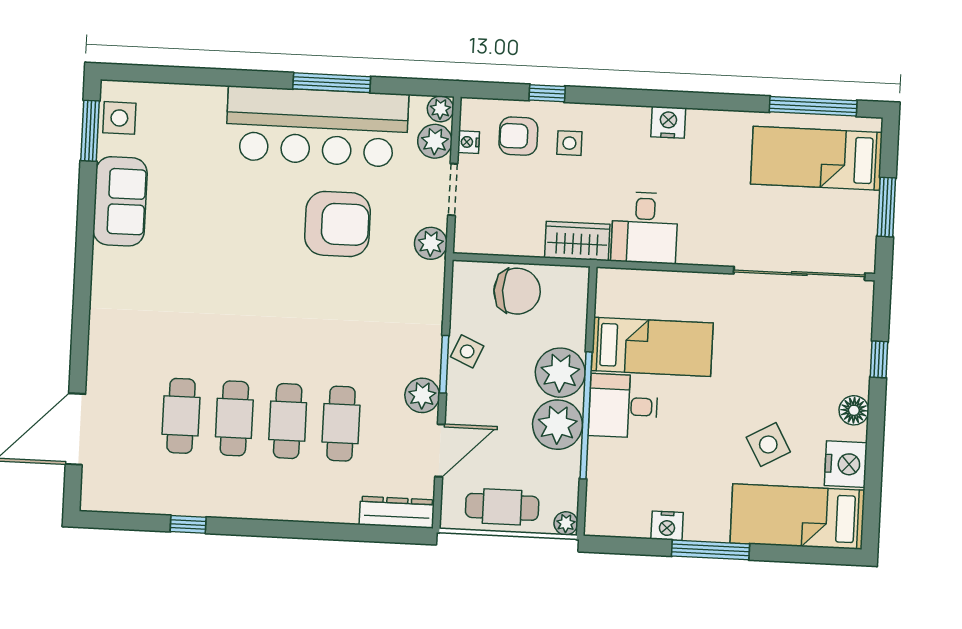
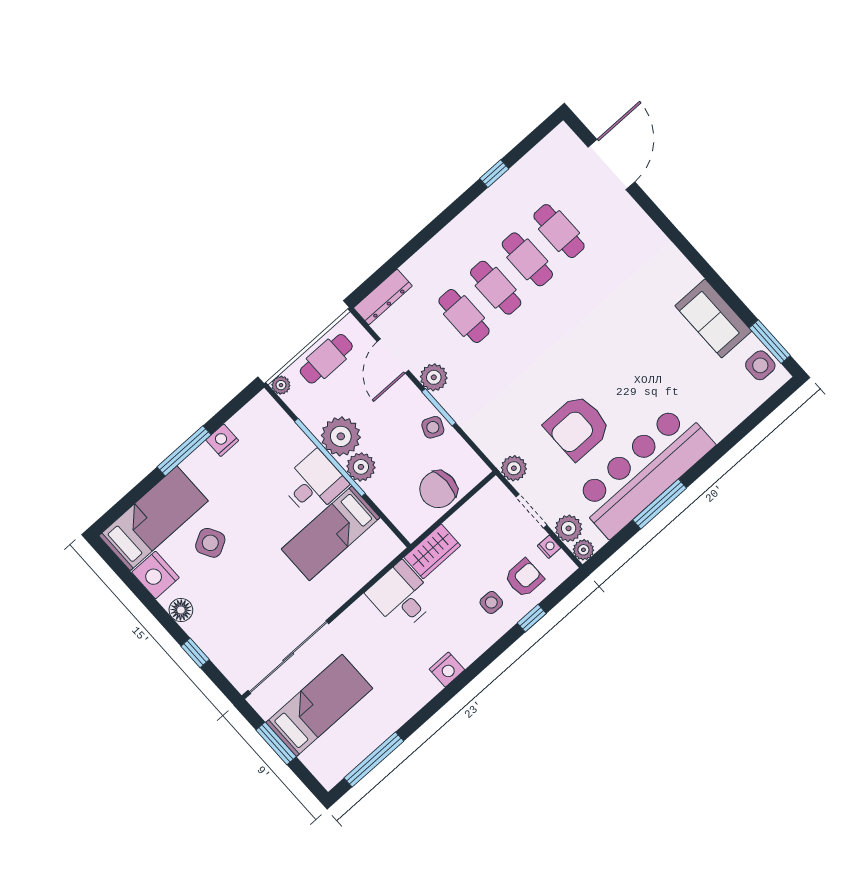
bed: (816, 158) -> (319, 705), moved
plant: (560, 373) -> (361, 467), width x0.73, depth x0.73

